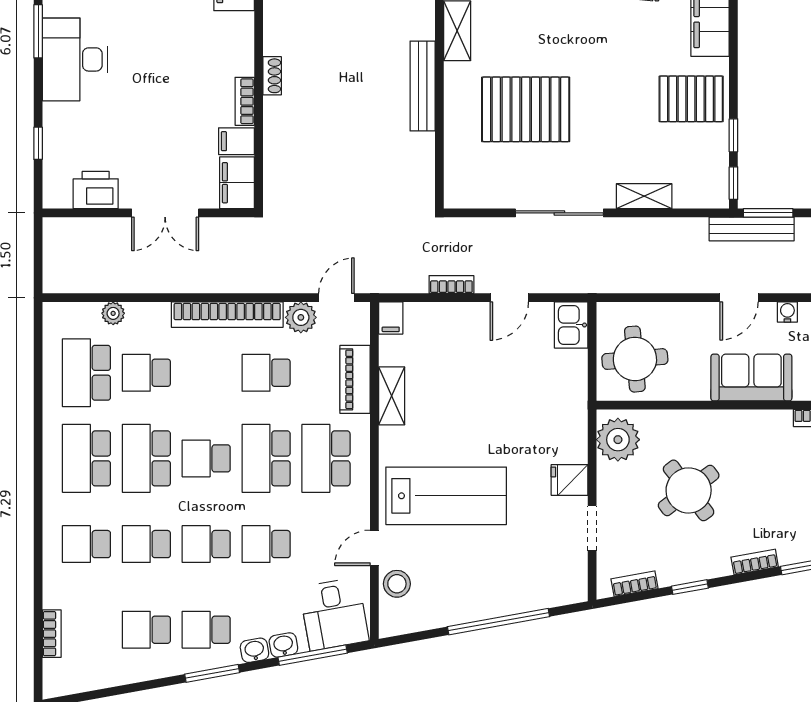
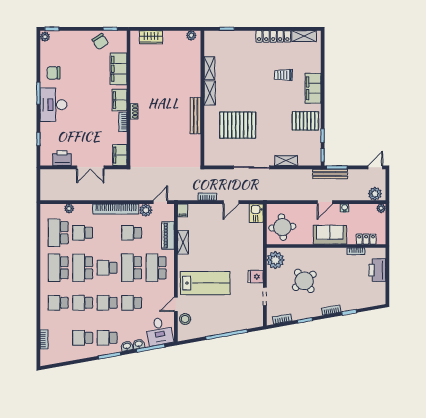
filing cabinet: (236, 141) -> (119, 100), moved, width x2.00

